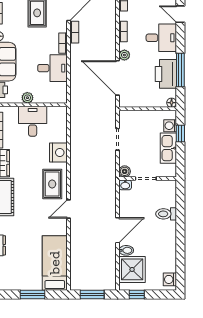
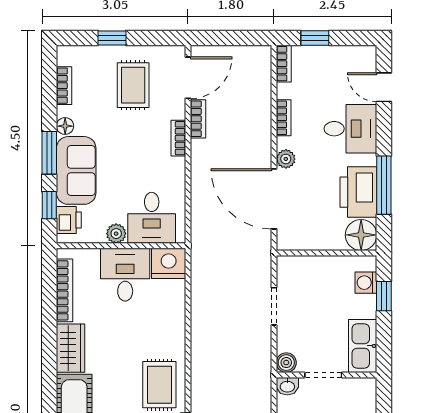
desk: (52, 68) -> (152, 218), moved, turned 90
floor lamp: (172, 103) -> (361, 235), width x1.89, depth x1.89
kitchen sink: (168, 148) -> (363, 346), moved
nightstand: (58, 152) -> (169, 263), moved, turned -90

